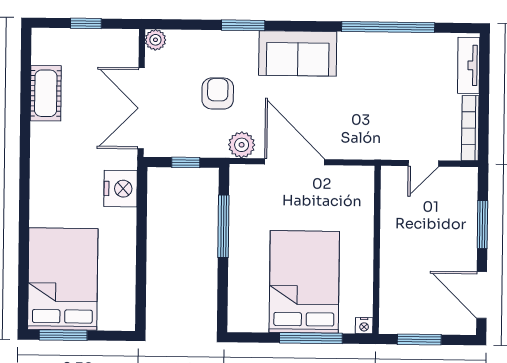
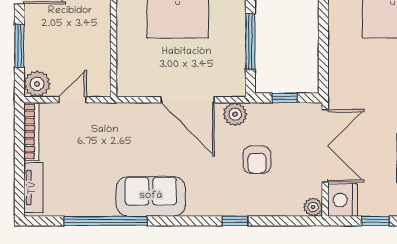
window: (243, 25) -> (235, 221), width x0.67
sofa: (298, 53) -> (151, 196), moved
plant: (463, 182) -> (37, 84), added
nightstand: (121, 189) -> (343, 200), moved

